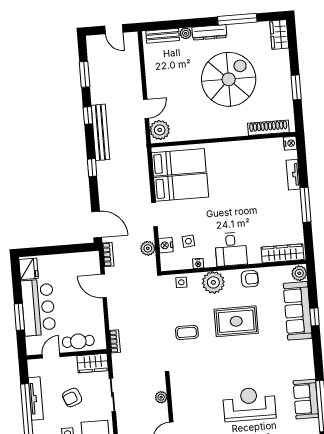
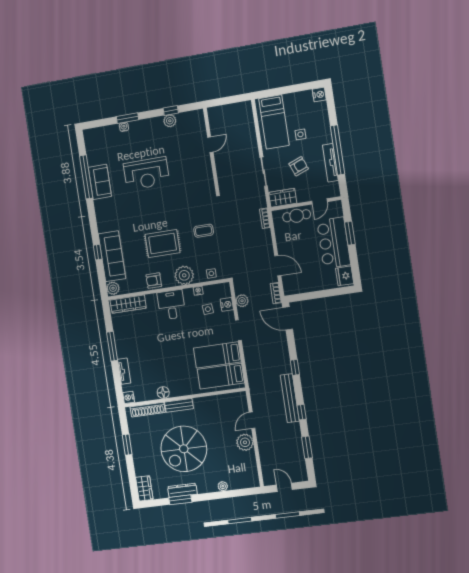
window: (237, 19) -> (180, 500), width x0.69
dresser: (209, 32) -> (182, 490), moved
bench: (163, 36) -> (179, 405), moved
plant: (160, 130) -> (245, 442), moved
floor lamp: (248, 147) -> (163, 392), added
plant: (161, 397) -> (222, 173), removed

